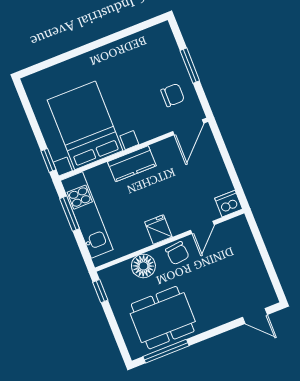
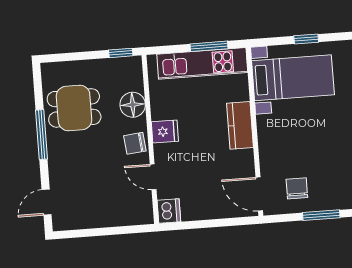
chair: (173, 95) -> (297, 188), turned 180
bed with nightstands: (85, 125) -> (293, 78), width x0.73
window: (48, 160) -> (306, 39), moved
dining table: (163, 318) -> (74, 108), width x0.73
window: (166, 351) -> (41, 135), moved

